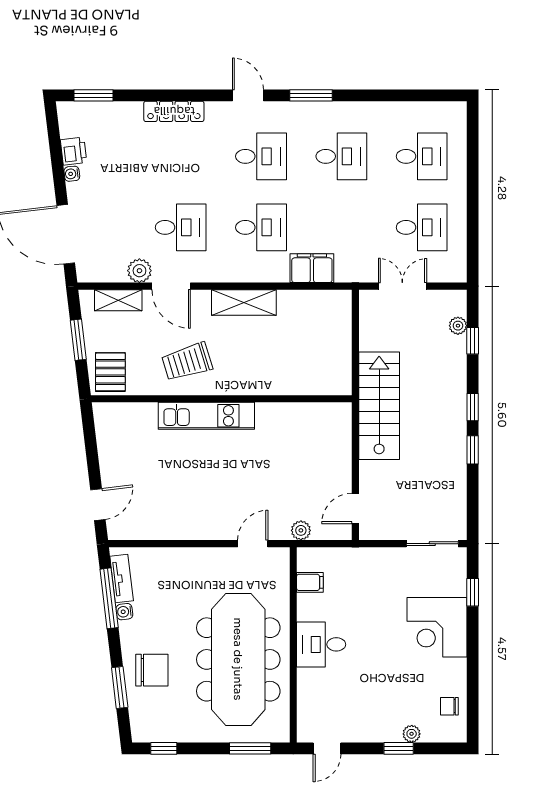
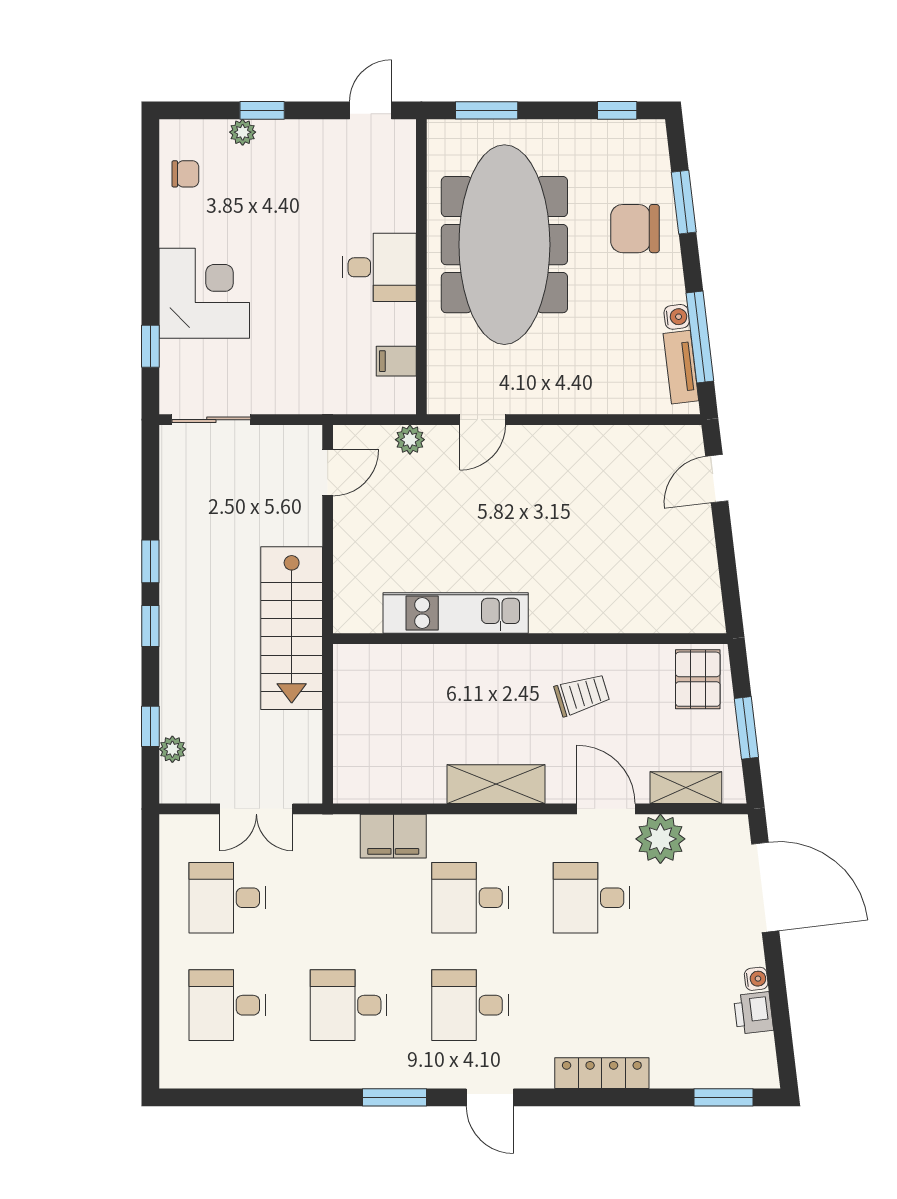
plant: (139, 271) -> (660, 839), width x1.36, depth x1.36
trolley: (187, 362) -> (582, 695), width x0.73, depth x0.72
kitchen unit: (206, 416) -> (456, 613), moved

